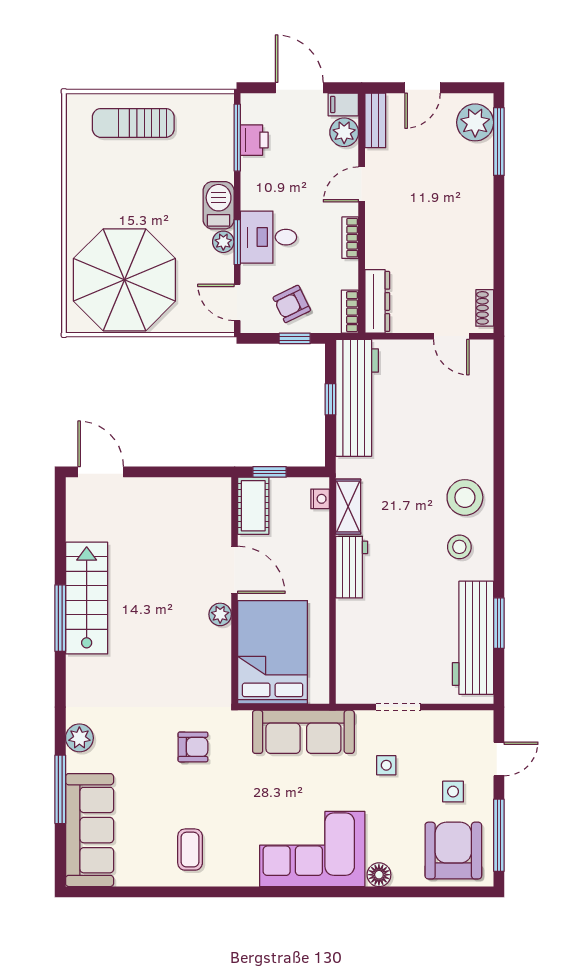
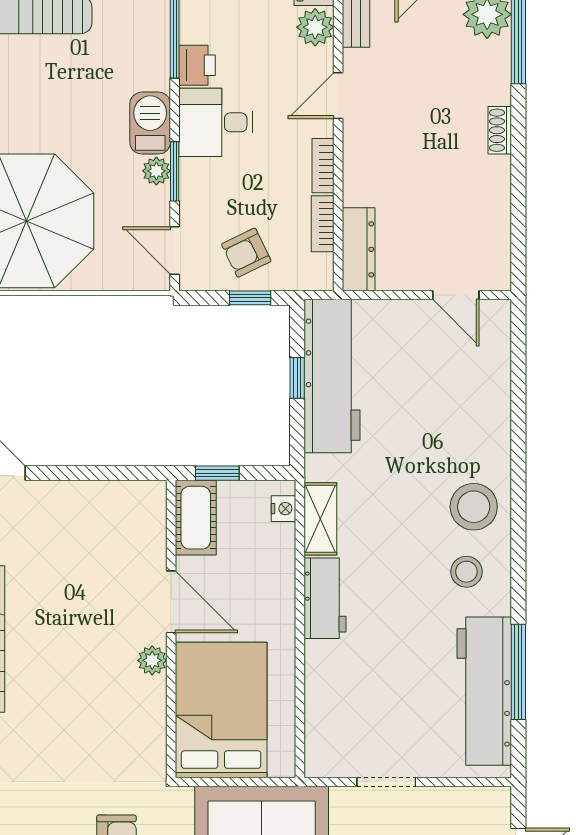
printer: (254, 140) -> (197, 65), moved
desk: (268, 237) -> (216, 122), moved
shoe rack: (485, 308) -> (500, 130), moved
bookcase: (350, 312) -> (323, 224), moved
window: (499, 623) -> (518, 672), width x1.44

